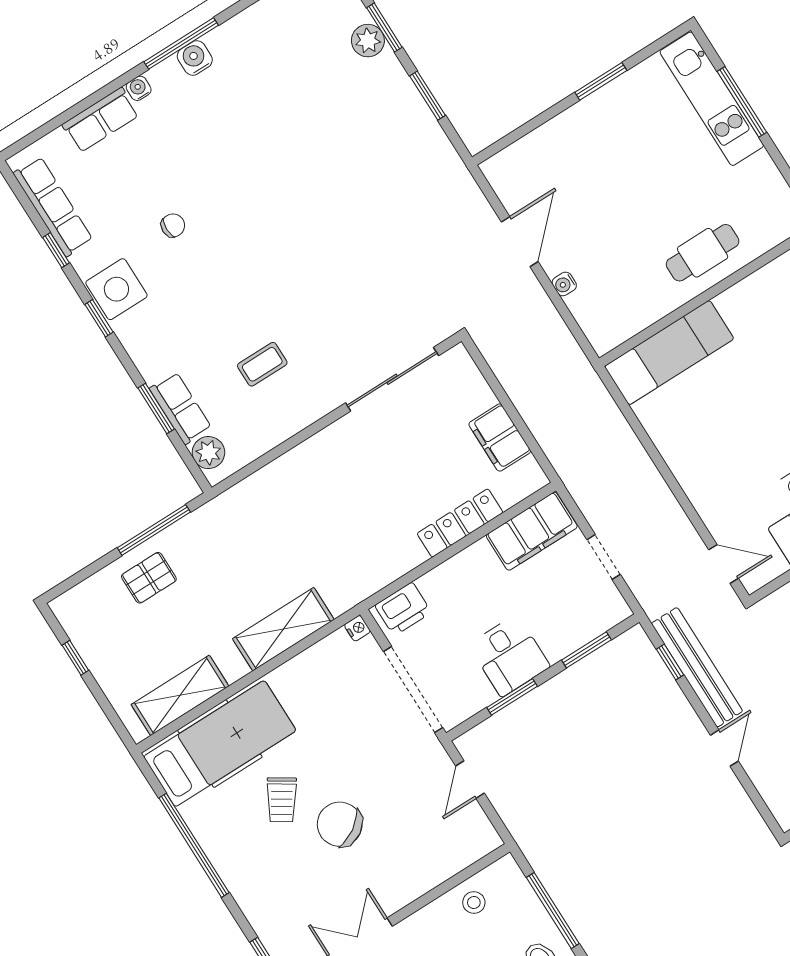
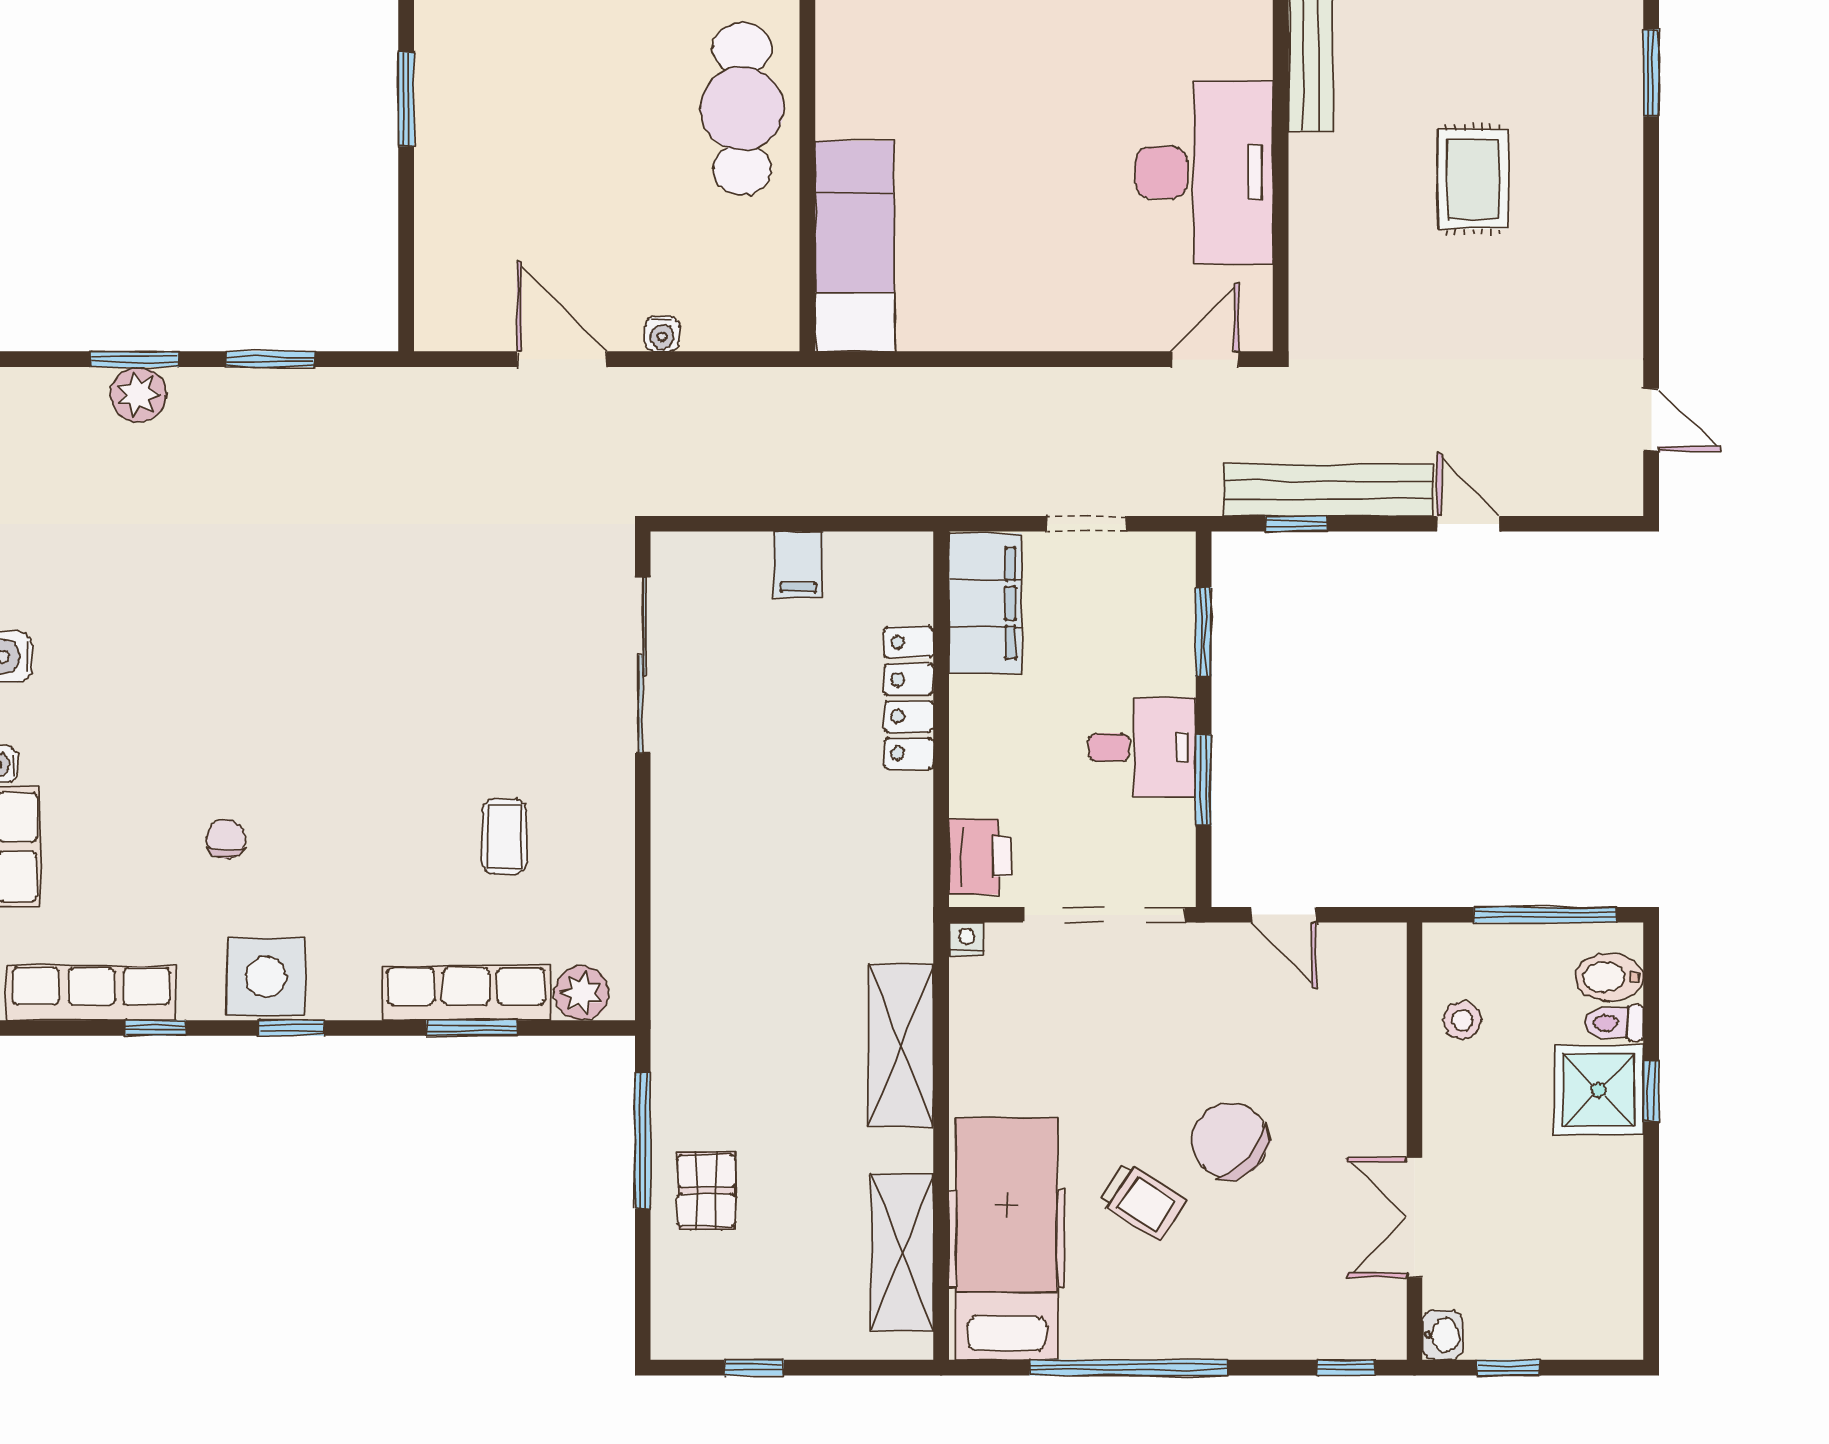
cafe table: (703, 253) -> (742, 109), width x1.37, depth x1.35
row of seats: (180, 408) -> (466, 993), width x1.48
filing cabinet: (500, 438) -> (798, 564), width x0.50
chair: (340, 824) -> (1230, 1141), turned 74

